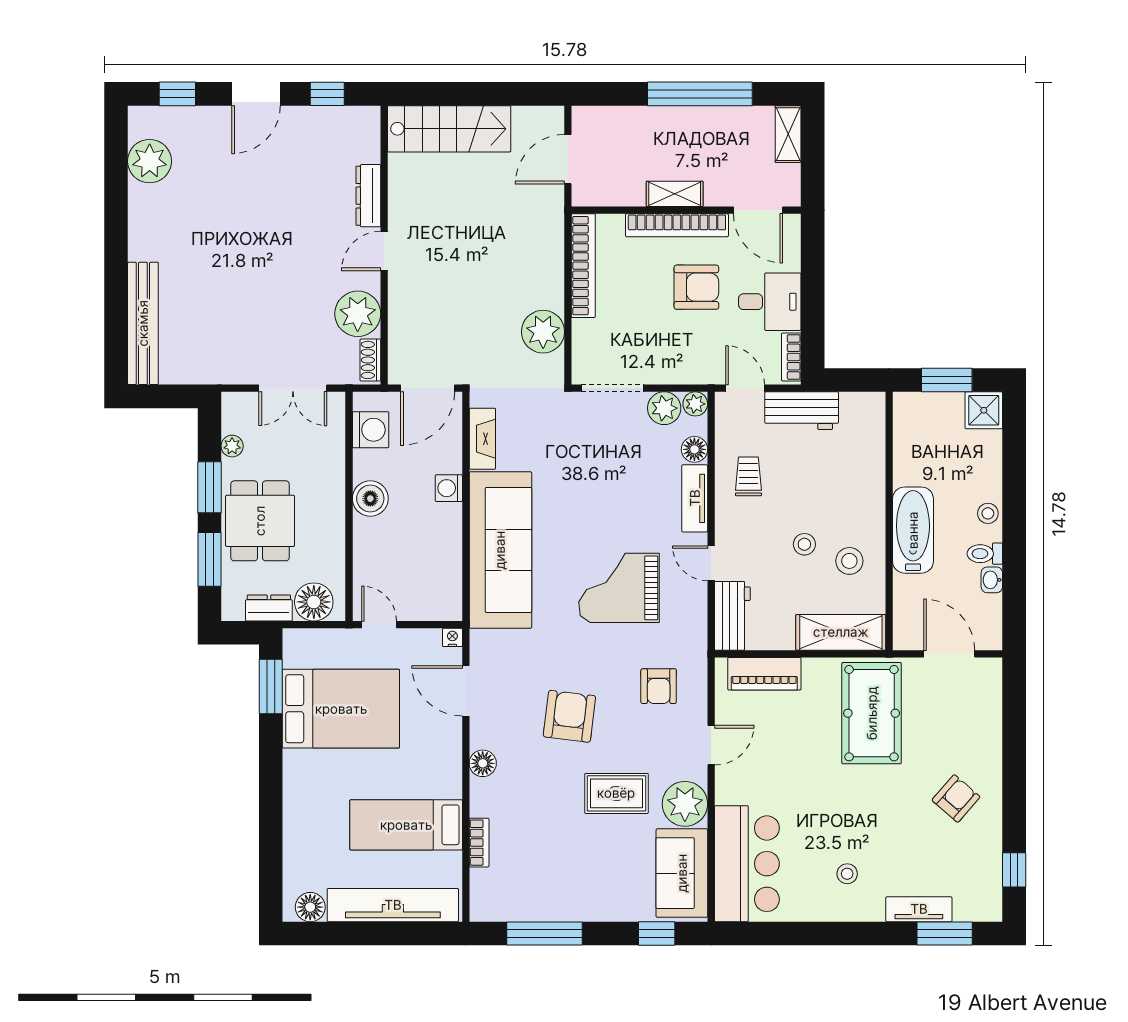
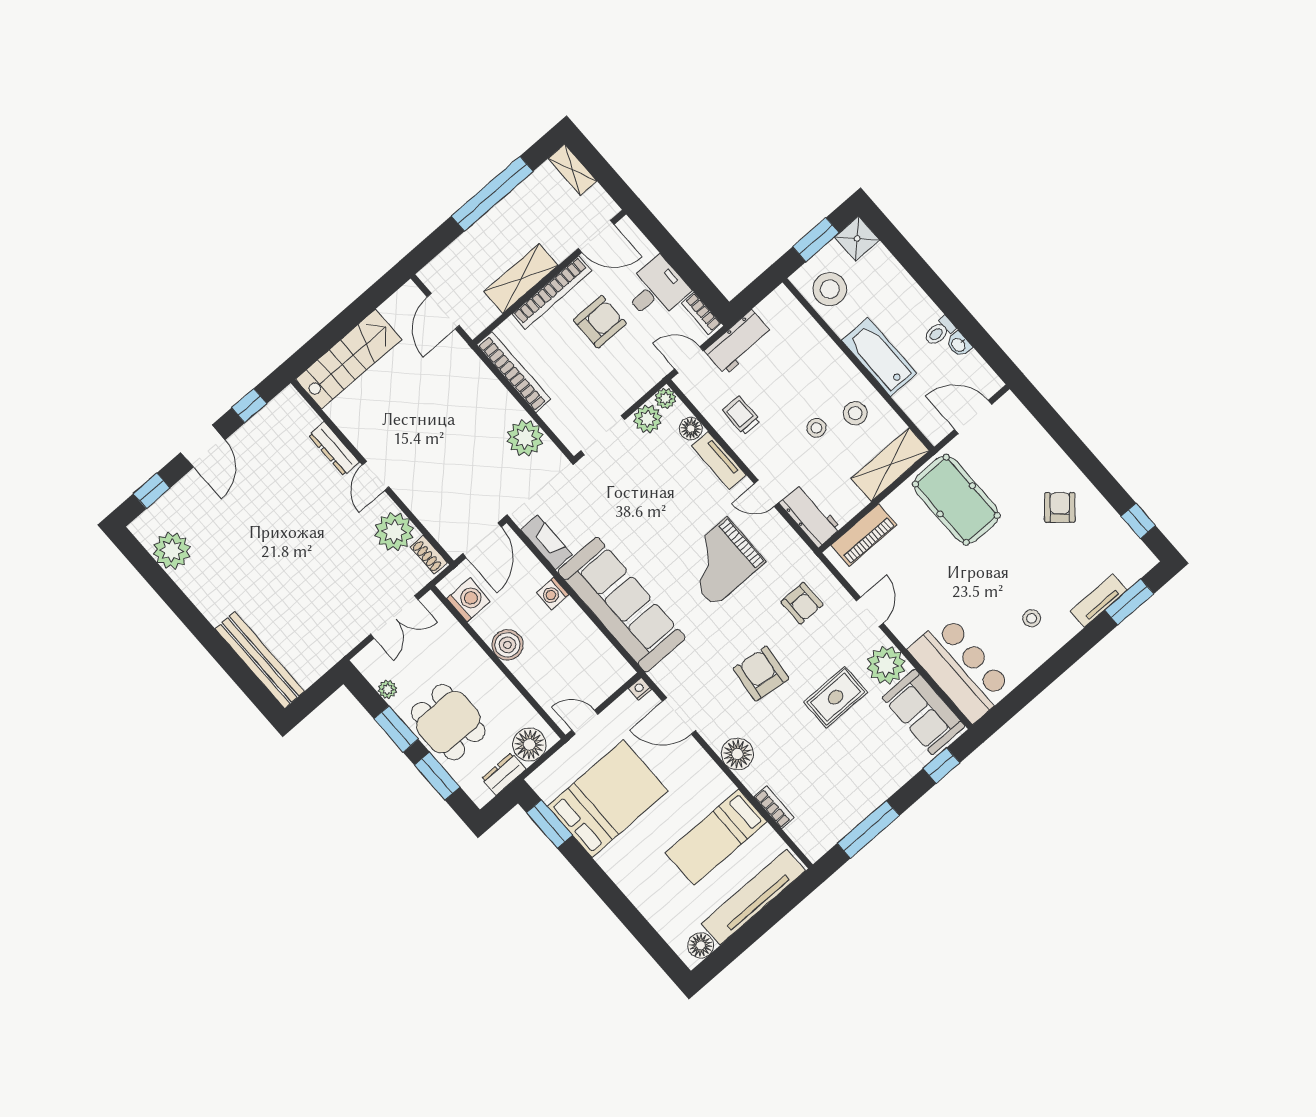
shelving: (675, 194) -> (521, 279), width x1.50, depth x1.33
stool: (988, 513) -> (830, 289), moved, width x1.89, depth x1.89
floor lamp: (483, 763) -> (737, 754), width x1.38, depth x1.38

